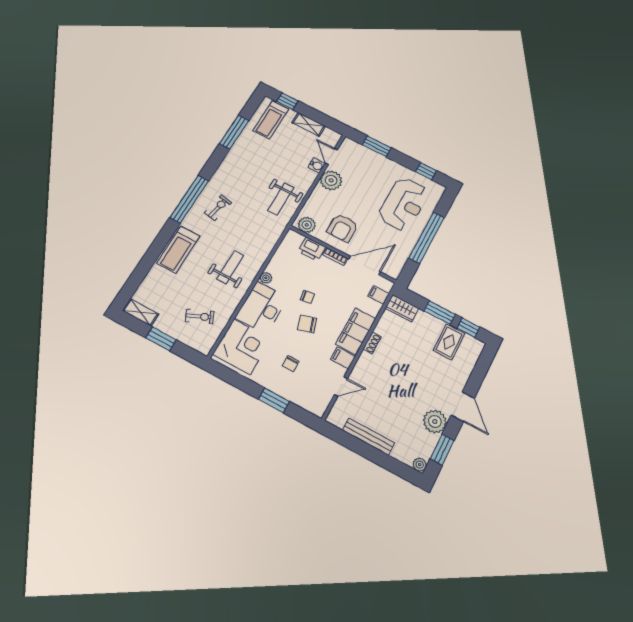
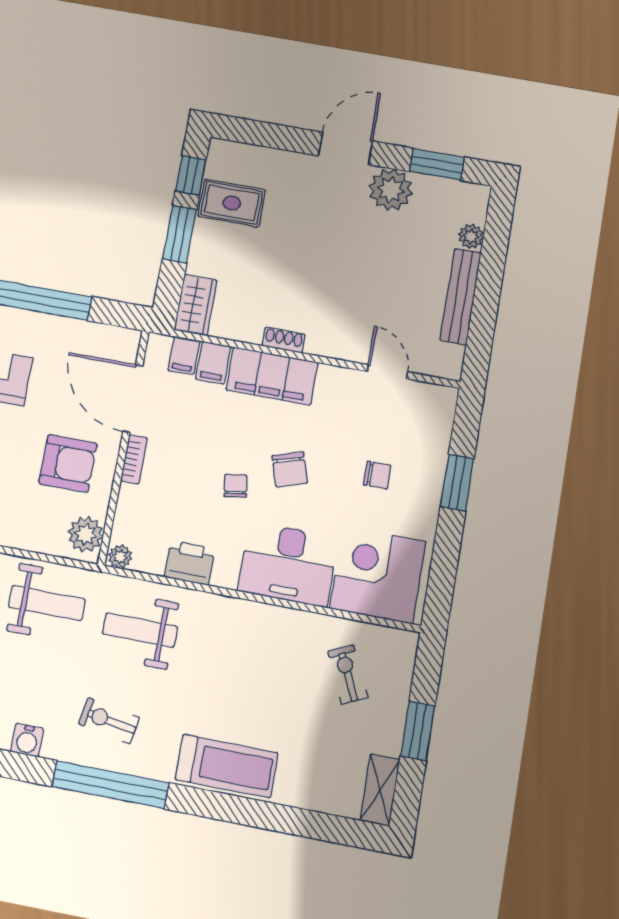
water cooler: (222, 172) -> (27, 740), added
printer: (312, 249) -> (190, 563), moved, turned -90
weight bench: (230, 267) -> (140, 630), moved
plant: (266, 278) -> (120, 557), moved
filing cabinet: (343, 358) -> (213, 363), moved
plant: (420, 465) -> (471, 236), moved

